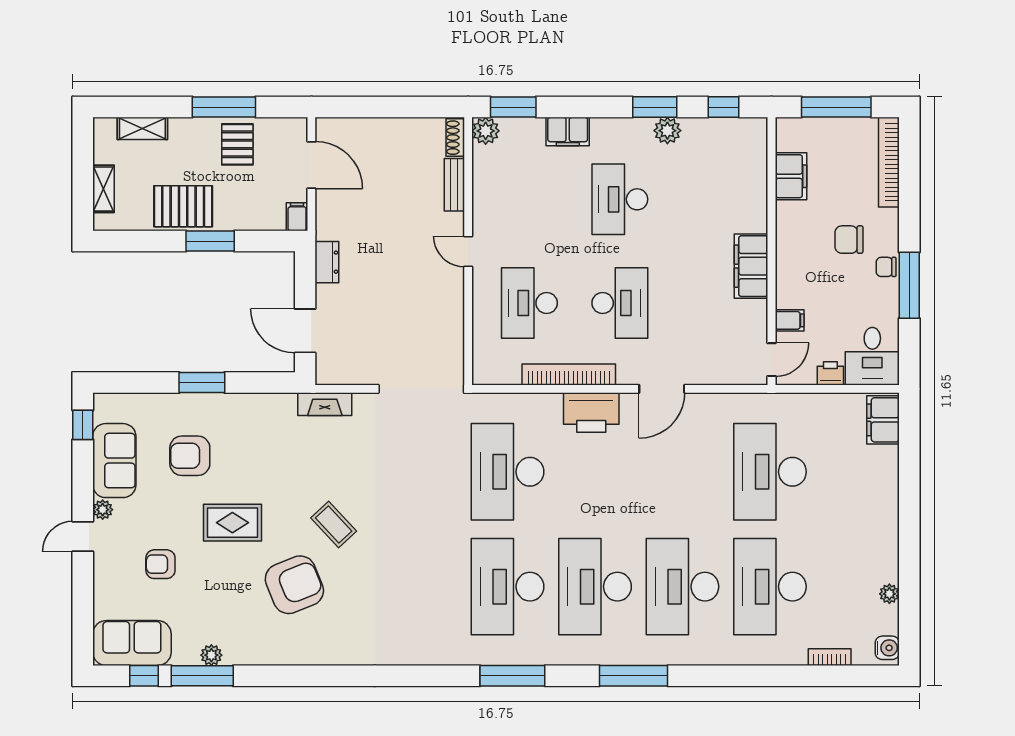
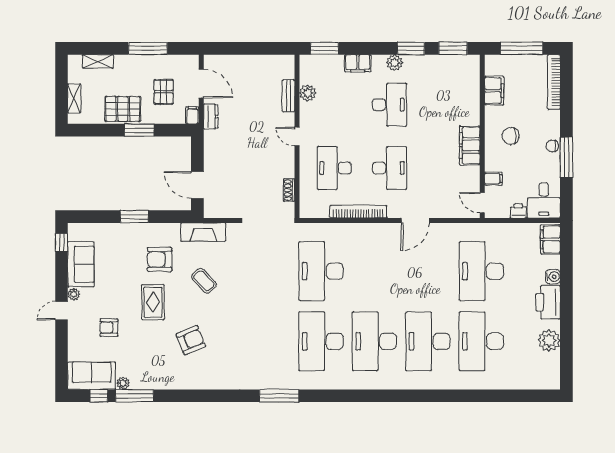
window: (724, 107) -> (453, 48), width x1.50
plant: (486, 131) -> (308, 93), moved
plant: (667, 131) -> (395, 63), moved
shoe rack: (455, 138) -> (289, 190), moved
pallet: (237, 144) -> (164, 92), moved
desk: (620, 199) -> (390, 105), turned 180
chair: (849, 240) -> (511, 136), moved
dresser: (327, 262) -> (211, 116), moved
door: (771, 360) -> (482, 203), swing flipped
fireplace: (325, 404) -> (203, 232), width x1.37, depth x1.32
printer: (591, 413) -> (548, 302), moved, turned 90
armchair: (190, 456) -> (160, 259), moved
rug: (232, 523) -> (153, 302), turned 90
coffee table: (334, 525) -> (204, 281), moved
armchair: (294, 585) -> (191, 340), width x0.73, depth x0.73
plant: (889, 594) -> (549, 340), width x1.87, depth x1.87
water cooler: (887, 648) -> (553, 277), moved
plant: (211, 655) -> (123, 383), moved
bookcase: (830, 657) -> (518, 384), removed
window: (512, 676) -> (279, 396), moved
window: (633, 676) -> (398, 396), removed

